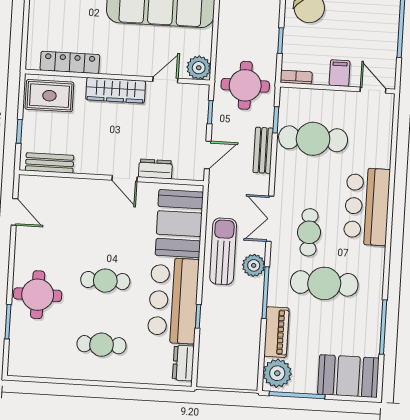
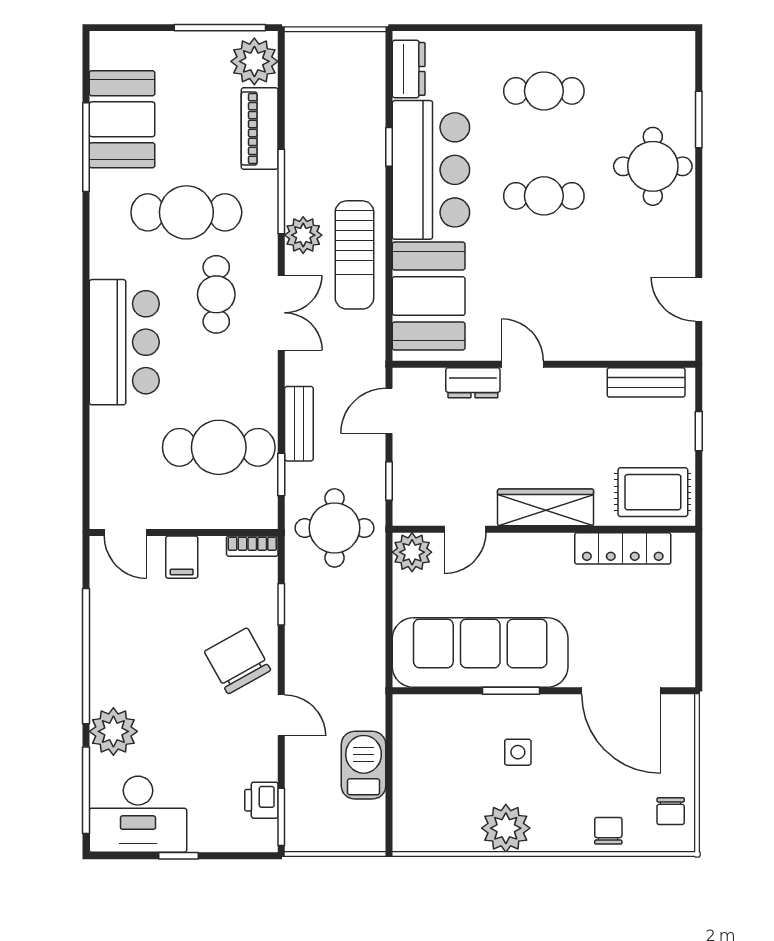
booth: (348, 376) -> (122, 119), moved, turned 90

